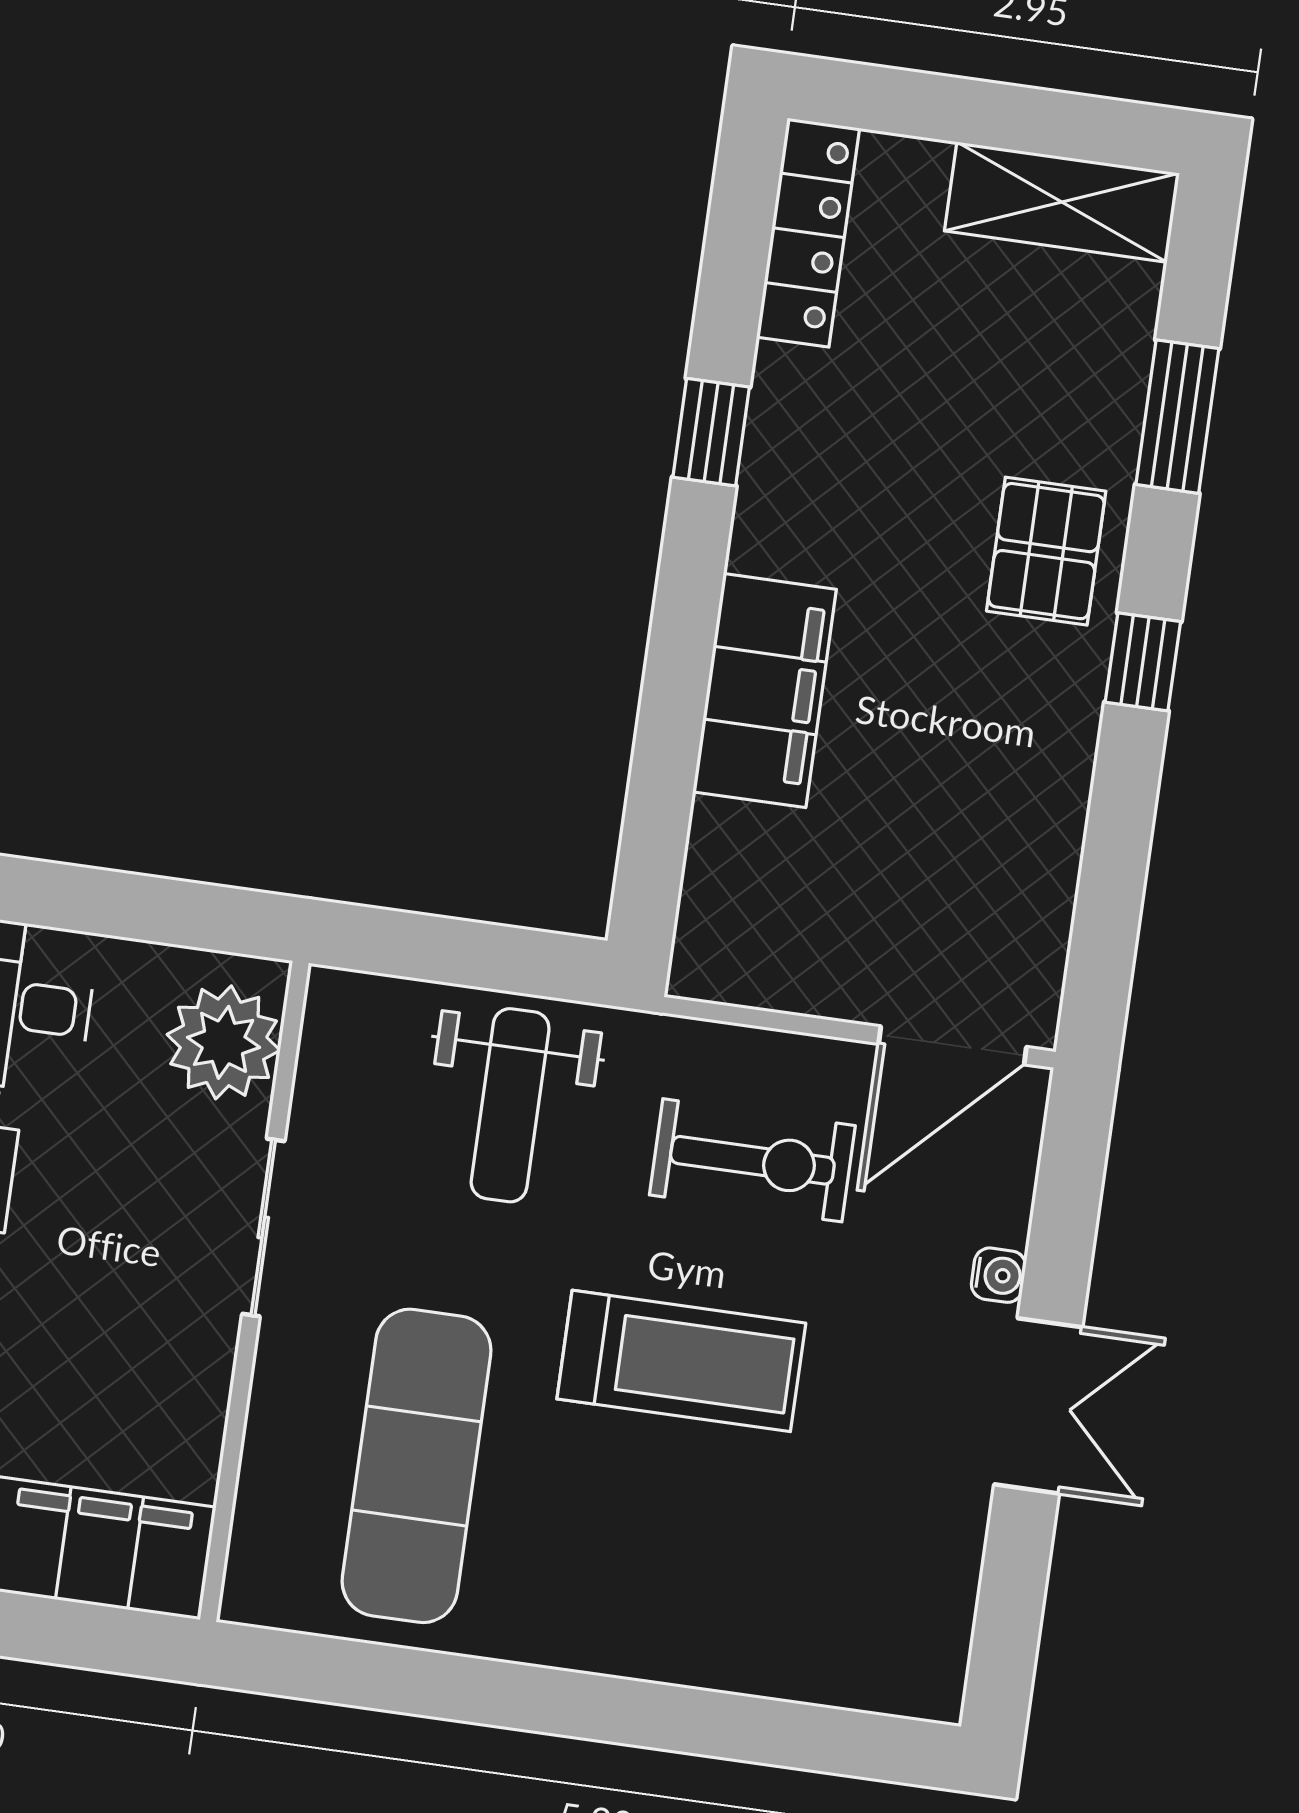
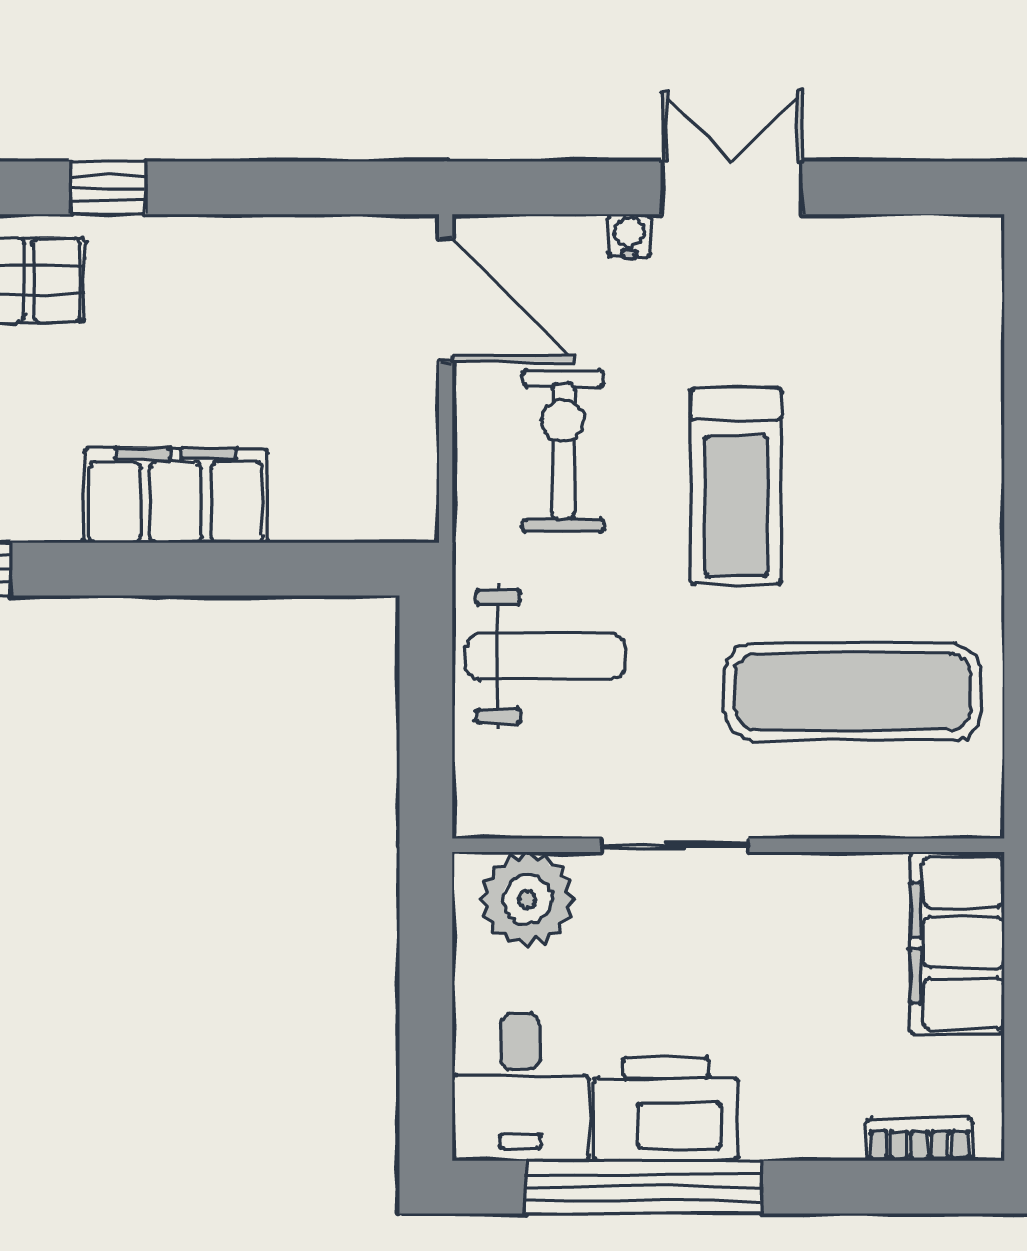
treadmill: (681, 1361) -> (736, 486), turned 180

